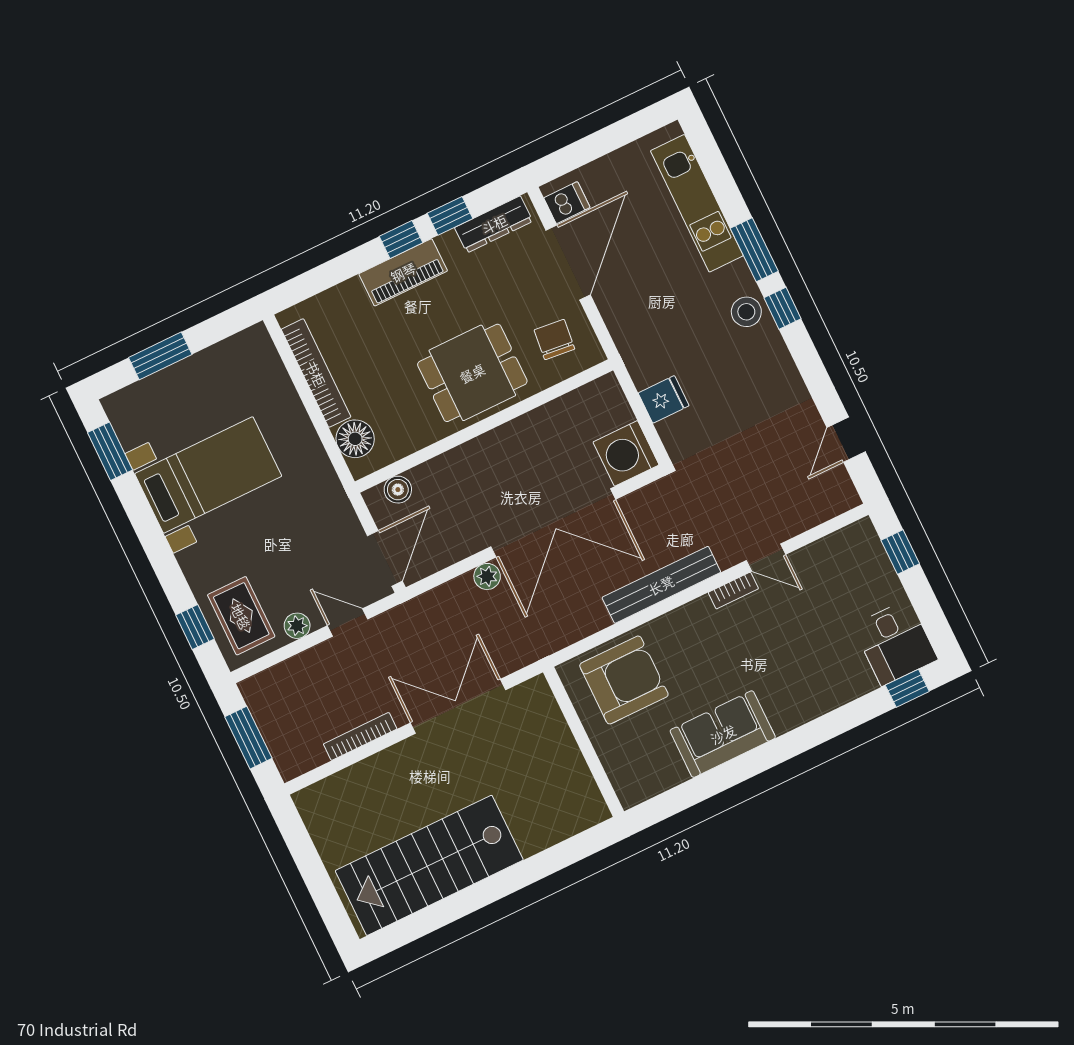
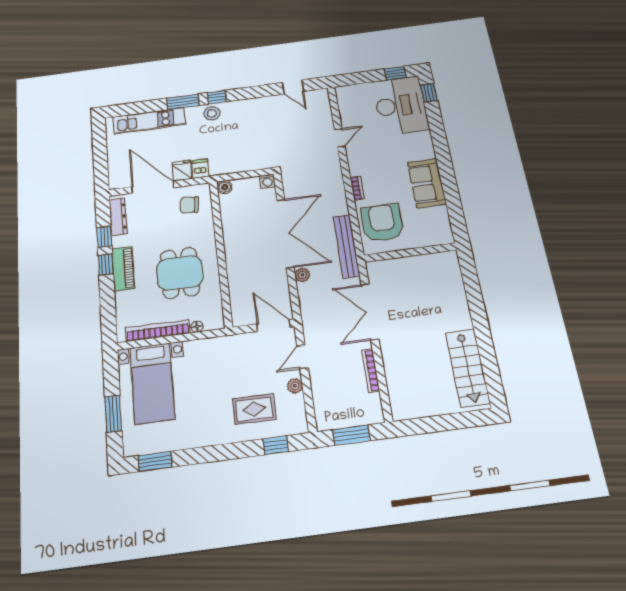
dishwasher: (567, 203) -> (200, 169), moved
dining table: (472, 373) -> (180, 273), moved
fridge: (664, 399) -> (182, 170), moved
floor lamp: (355, 439) -> (197, 327), width x0.53, depth x0.53
washing machine: (626, 453) -> (267, 181), width x0.53, depth x0.53
bed with nightstands: (208, 475) -> (152, 383), moved, turned 180
boiler: (398, 490) -> (225, 187), moved
window: (900, 552) -> (395, 73), moved
bench: (661, 585) -> (346, 246), moved
bookcase: (733, 591) -> (357, 188), moved
rug: (241, 616) -> (254, 409), moved
desk: (895, 642) -> (401, 105), width x1.87, depth x1.30
stairs: (429, 865) -> (468, 368), width x0.73, depth x0.66

